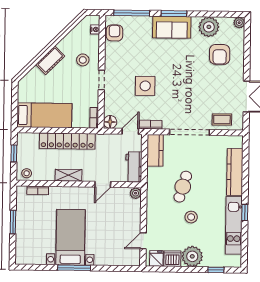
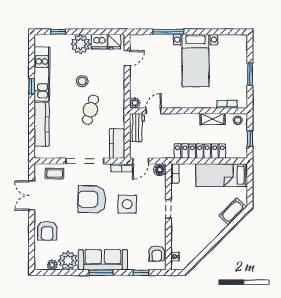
window: (132, 13) -> (141, 273), width x0.46
plant: (239, 23) -> (52, 265), moved
sofa: (172, 27) -> (103, 260), width x1.36
armchair: (220, 54) -> (47, 231), moved, turned 180
cot: (50, 60) -> (233, 211), moved
stool: (83, 60) -> (186, 228), removed
armchair: (183, 92) -> (92, 199), added
shelving: (68, 175) -> (212, 119), moved
door: (103, 184) -> (154, 111), moved
window: (74, 268) -> (168, 32), moved

